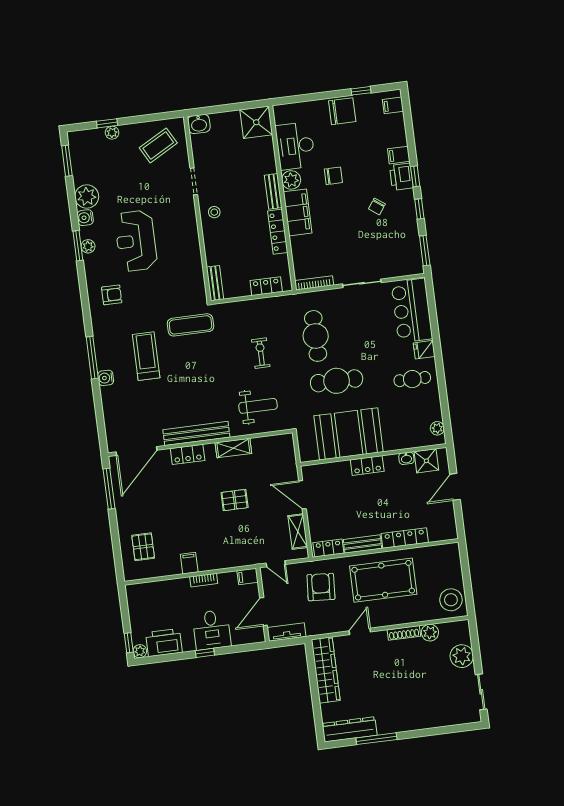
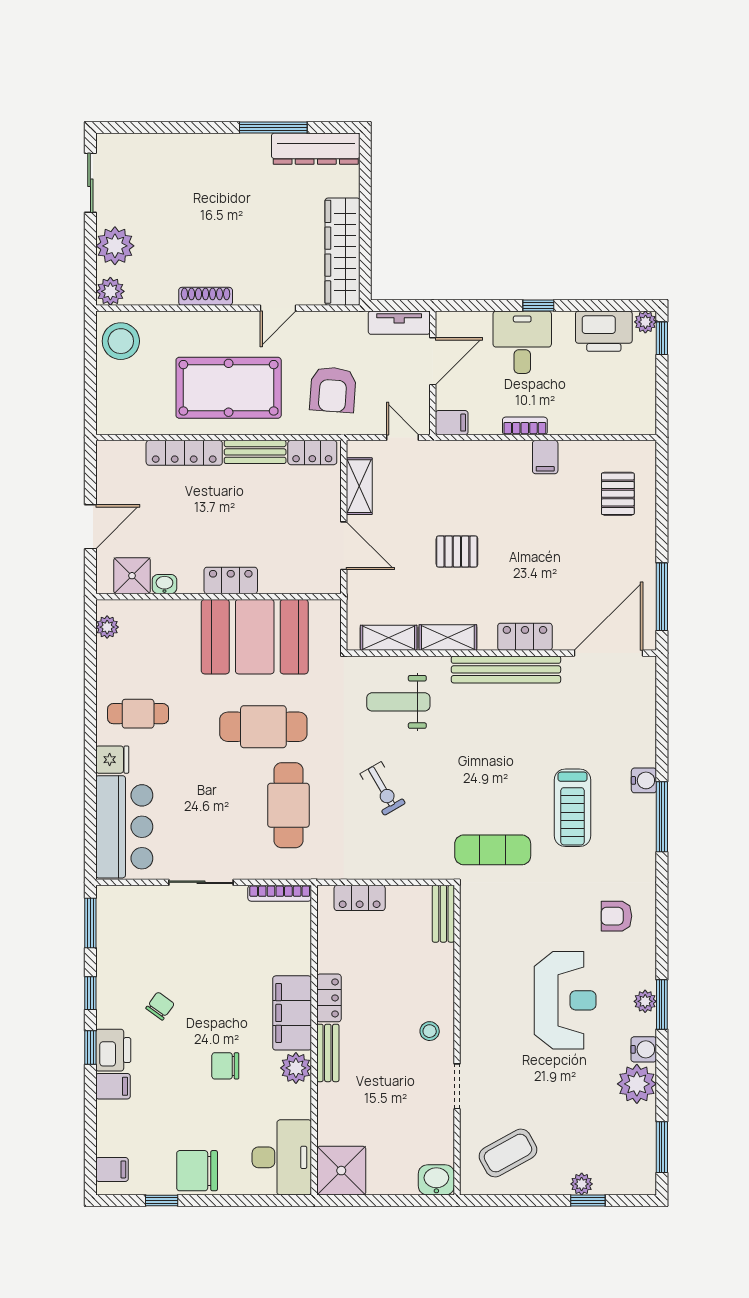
desk: (295, 146) -> (282, 1157), moved
locker: (278, 232) -> (329, 998), width x0.66
exercise bike: (261, 353) -> (383, 789), turned -30
shelving: (269, 443) -> (389, 638), added
plant: (430, 633) -> (110, 291), moved

